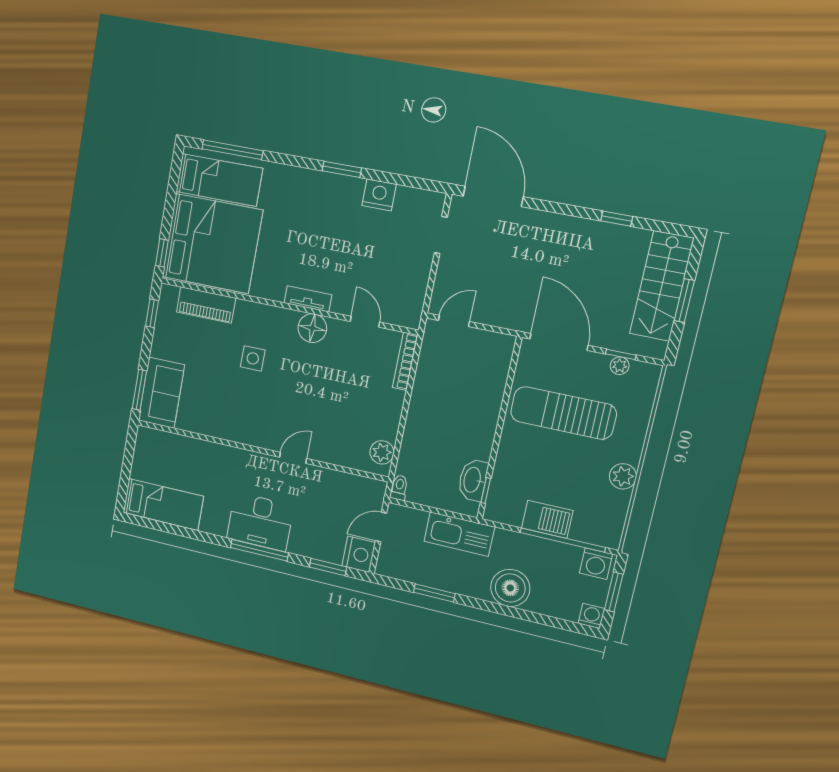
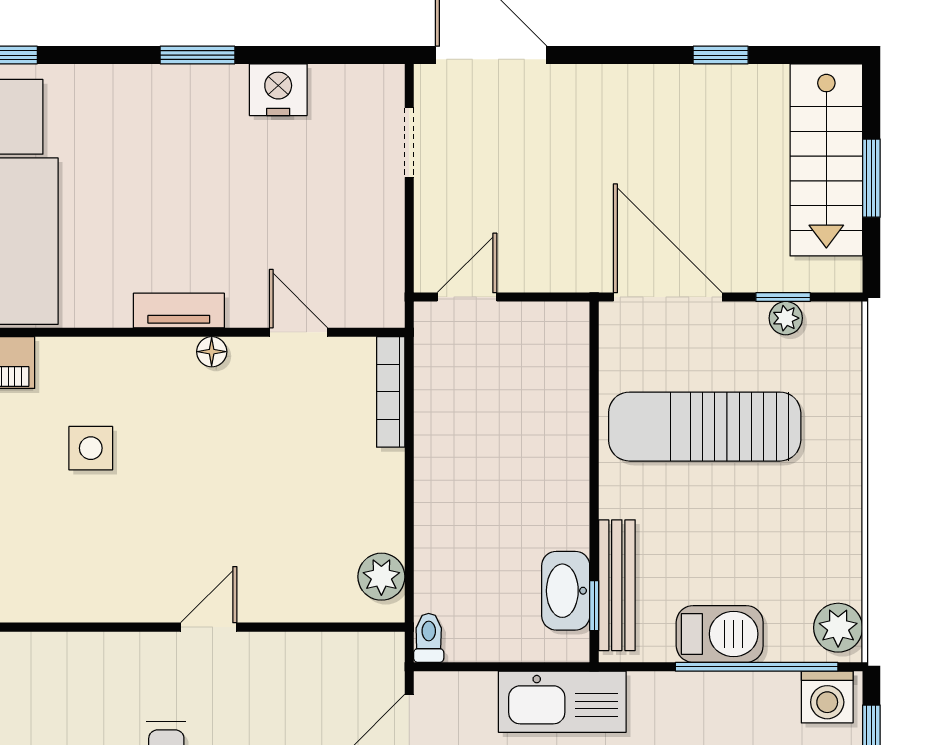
floor lamp: (312, 328) -> (212, 352), width x0.53, depth x0.53
plant: (623, 476) -> (838, 628), moved
bench: (500, 483) -> (617, 585), added

